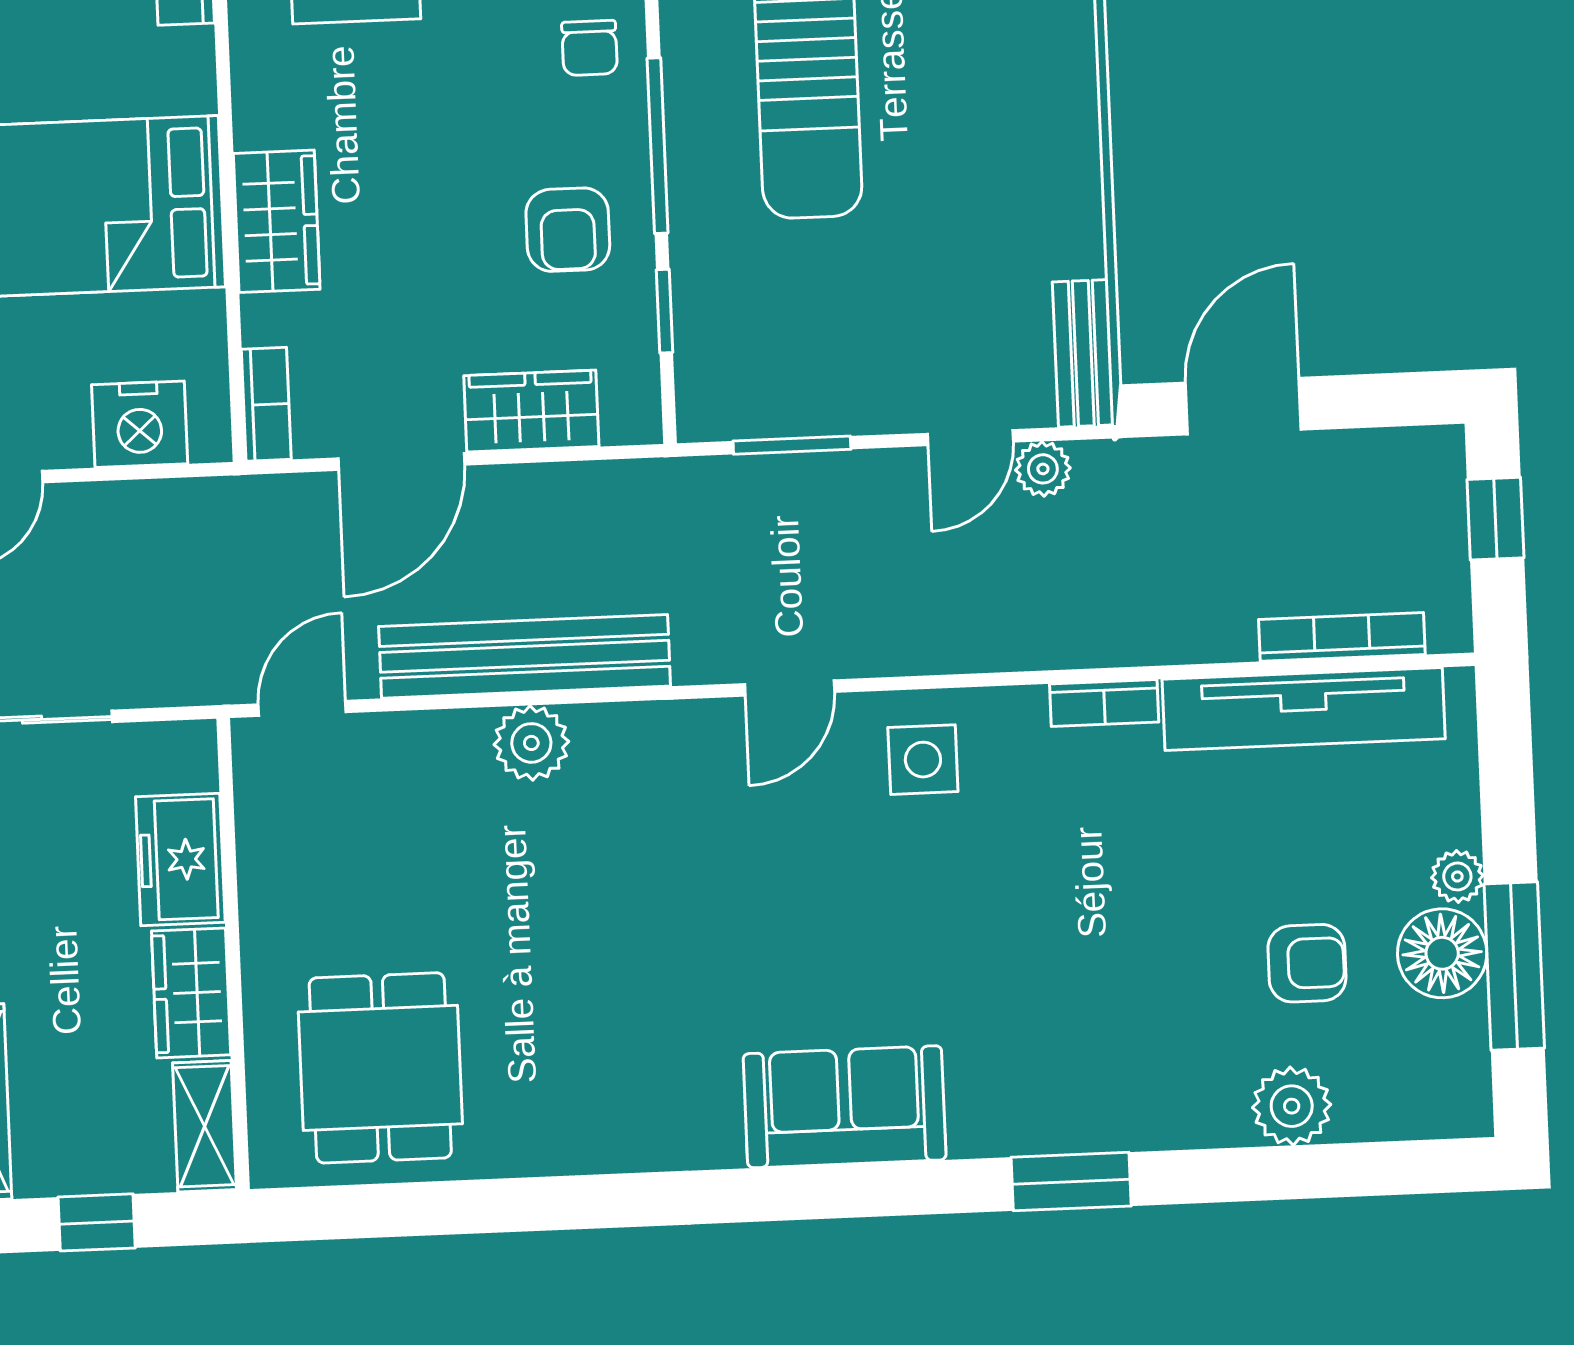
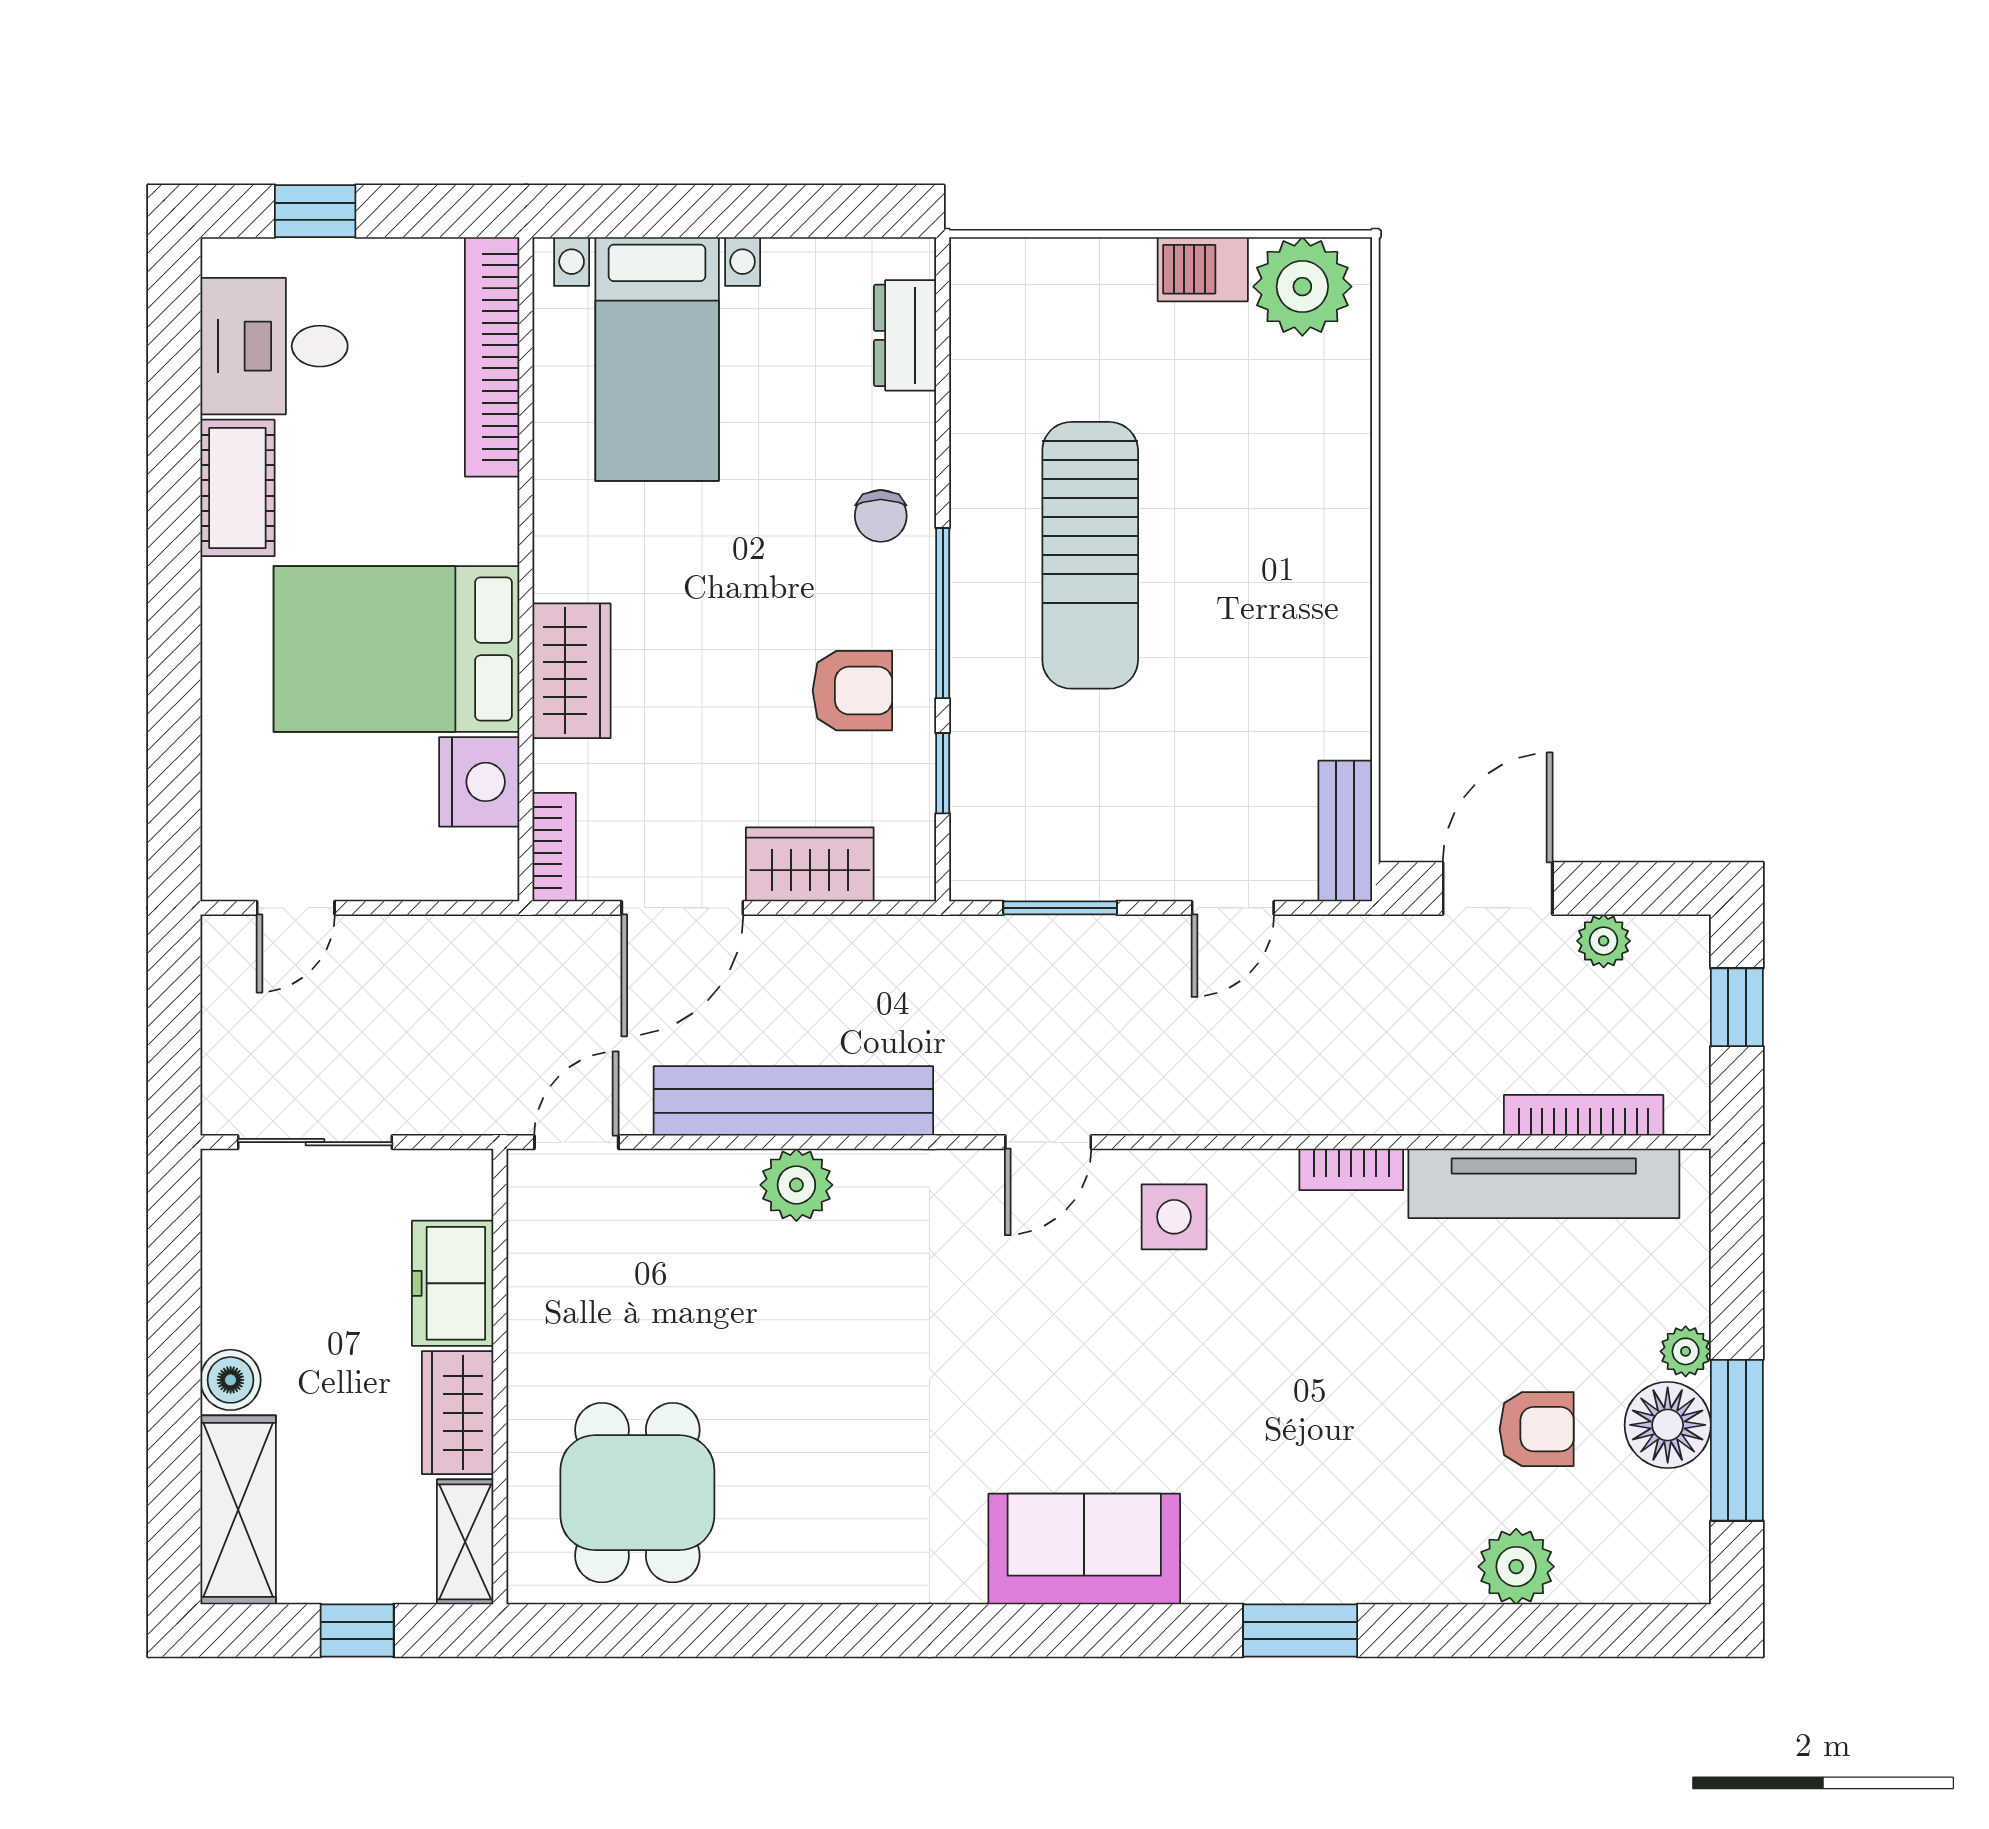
armchair: (568, 230) -> (852, 691), turned -90
nightstand: (140, 424) -> (479, 782), moved, turned -90
plant: (1043, 469) -> (1604, 941), moved

